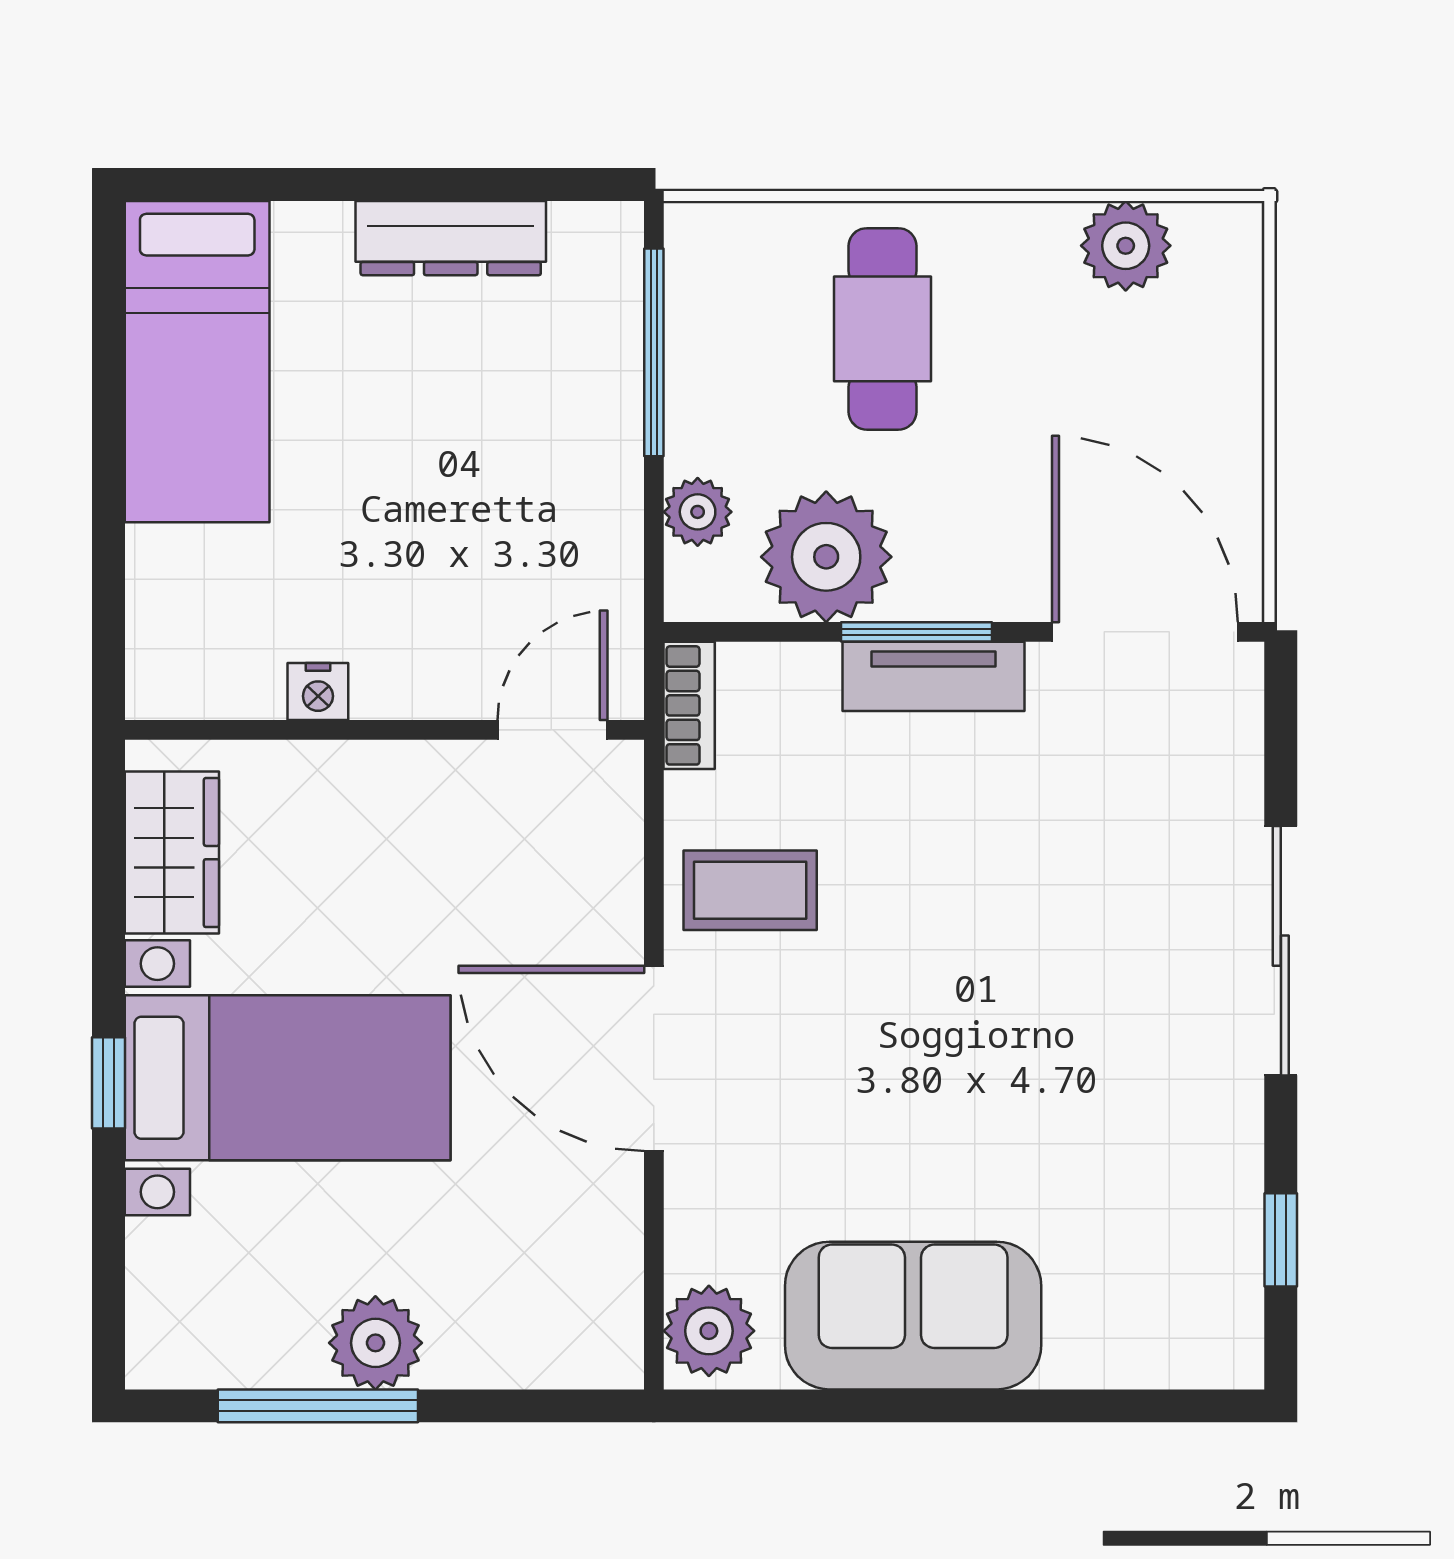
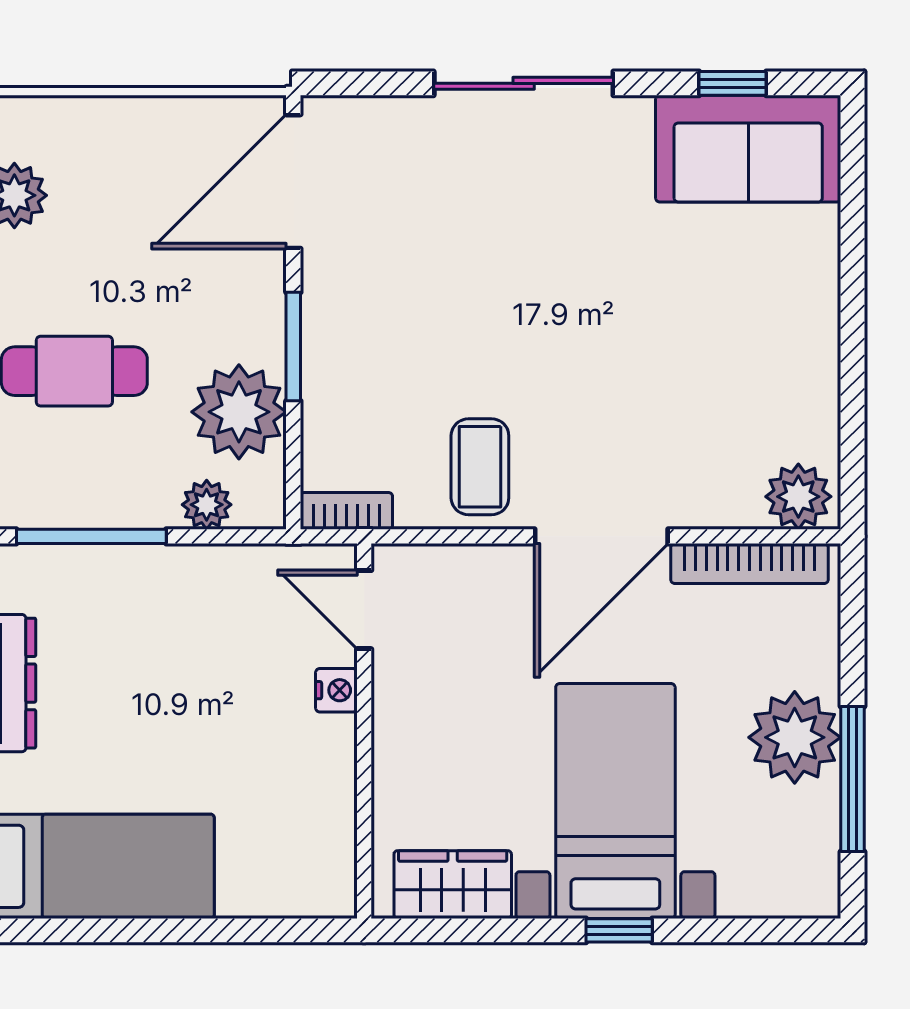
tv unit: (934, 676) -> (325, 334), removed
nightstand: (318, 692) -> (336, 690), moved
bookcase: (616, 1263) -> (750, 564), added
sofa: (913, 1316) -> (748, 149), moved, turned -90
plant: (375, 1343) -> (795, 737), width x1.36, depth x1.36

